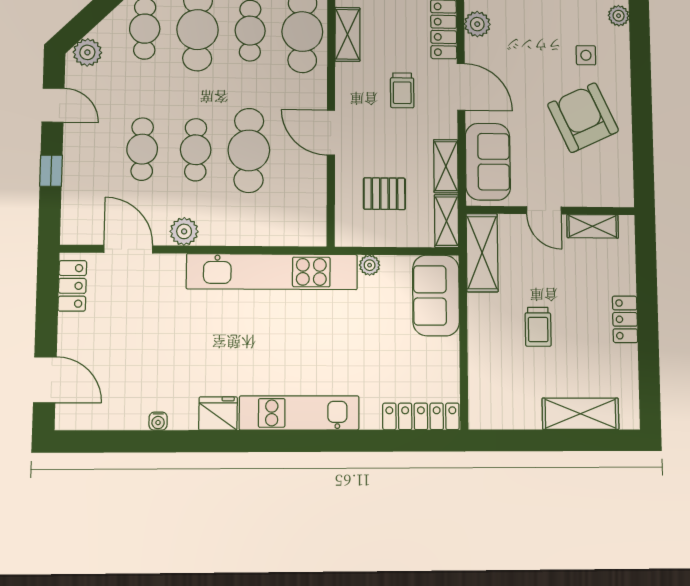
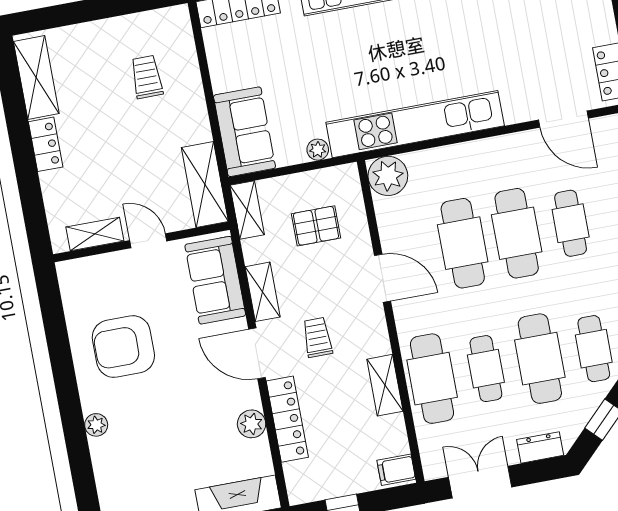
plant: (619, 16) -> (96, 425), moved
side table: (586, 55) -> (131, 414), removed
armchair: (583, 118) -> (123, 347), turned 115
cafe table: (196, 150) -> (517, 233), width x1.37, depth x1.35
shelving: (446, 166) -> (263, 292), moved
plant: (184, 231) -> (388, 176), moved, width x1.36, depth x1.36
trolley: (538, 327) -> (147, 77), moved
shelving: (581, 414) -> (36, 77), moved, turned 90

